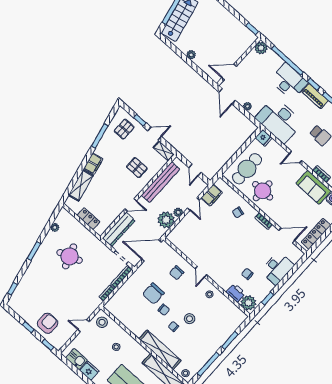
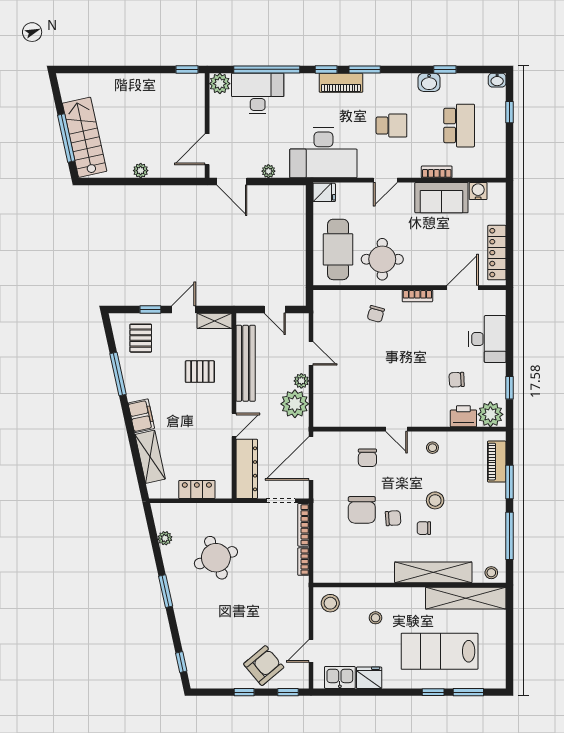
desk: (289, 81) -> (258, 93), moved
filing cabinet: (212, 195) -> (324, 322), removed
armchair: (48, 323) -> (264, 666), turned 50
door: (83, 326) -> (311, 651), moved
piano: (232, 326) -> (497, 462), added

